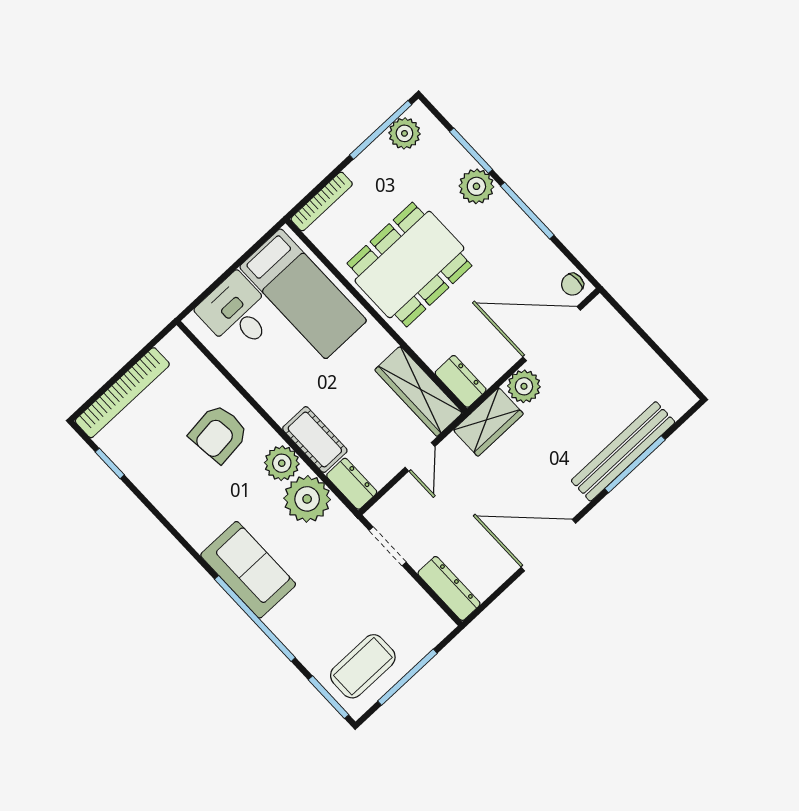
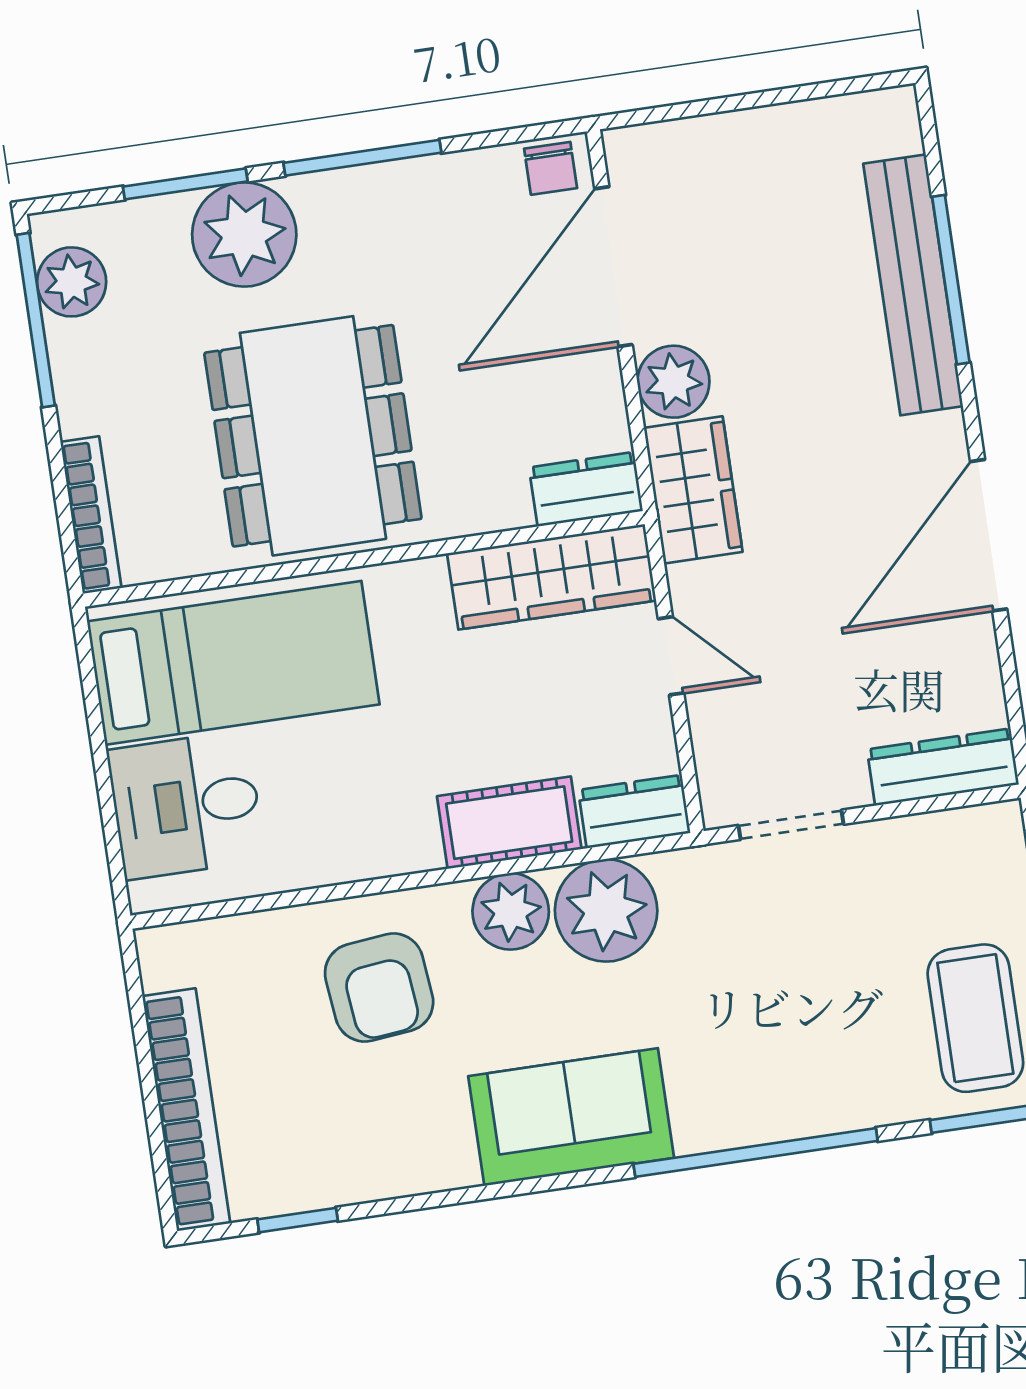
plant: (476, 186) -> (244, 234), width x1.36, depth x1.36
sofa: (248, 570) -> (571, 1117), moved

